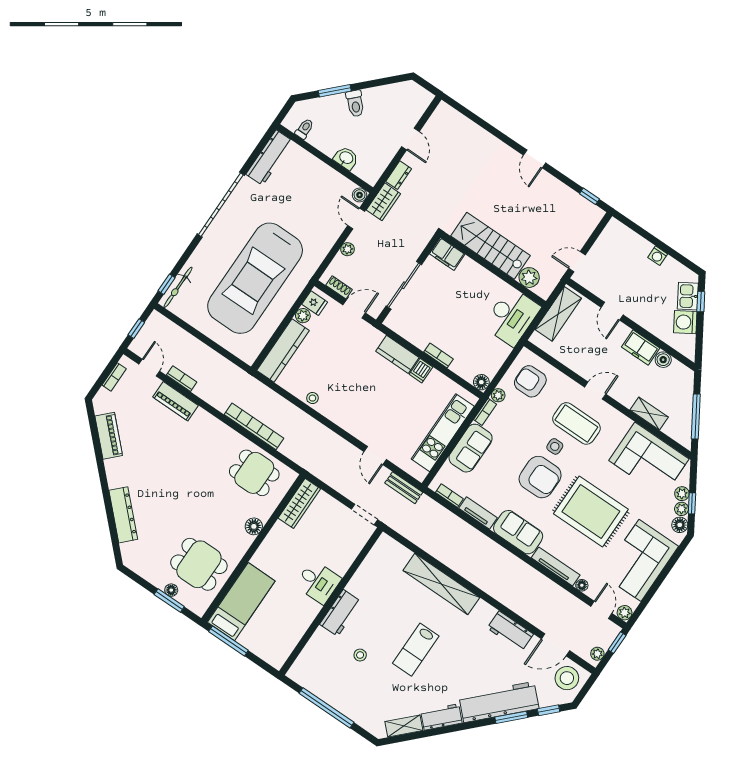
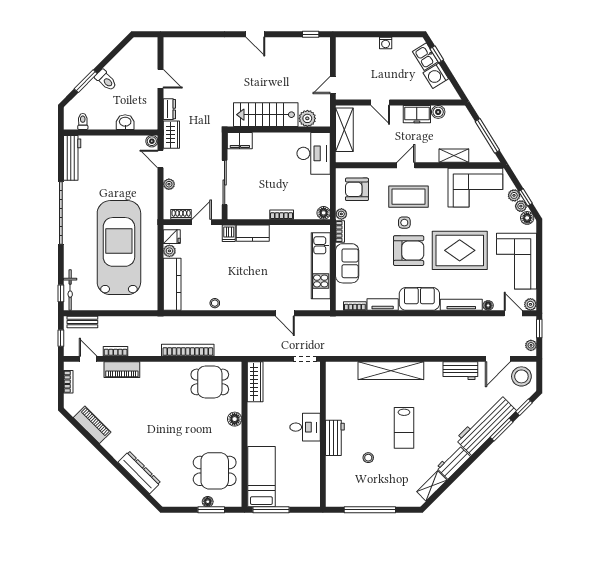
car: (255, 278) -> (119, 248), turned 180
dishwasher: (421, 371) -> (229, 233), moved
bench: (404, 488) -> (82, 322), moved

